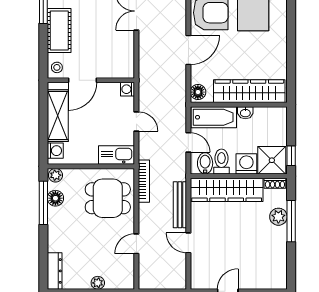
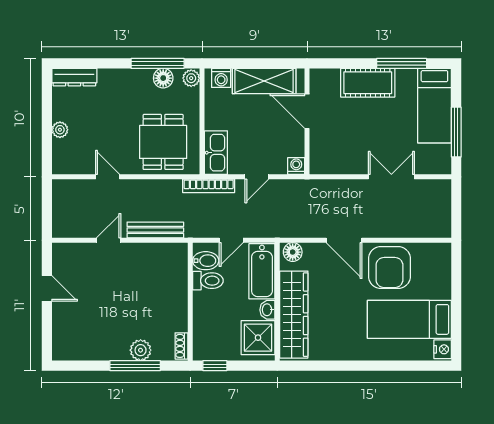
stool: (57, 67) -> (323, 80), removed
shower: (272, 160) -> (258, 338), moved
washing machine: (246, 164) -> (205, 311), removed
bookcase: (144, 181) -> (209, 186), moved
wardrobe: (227, 190) -> (173, 287), removed

